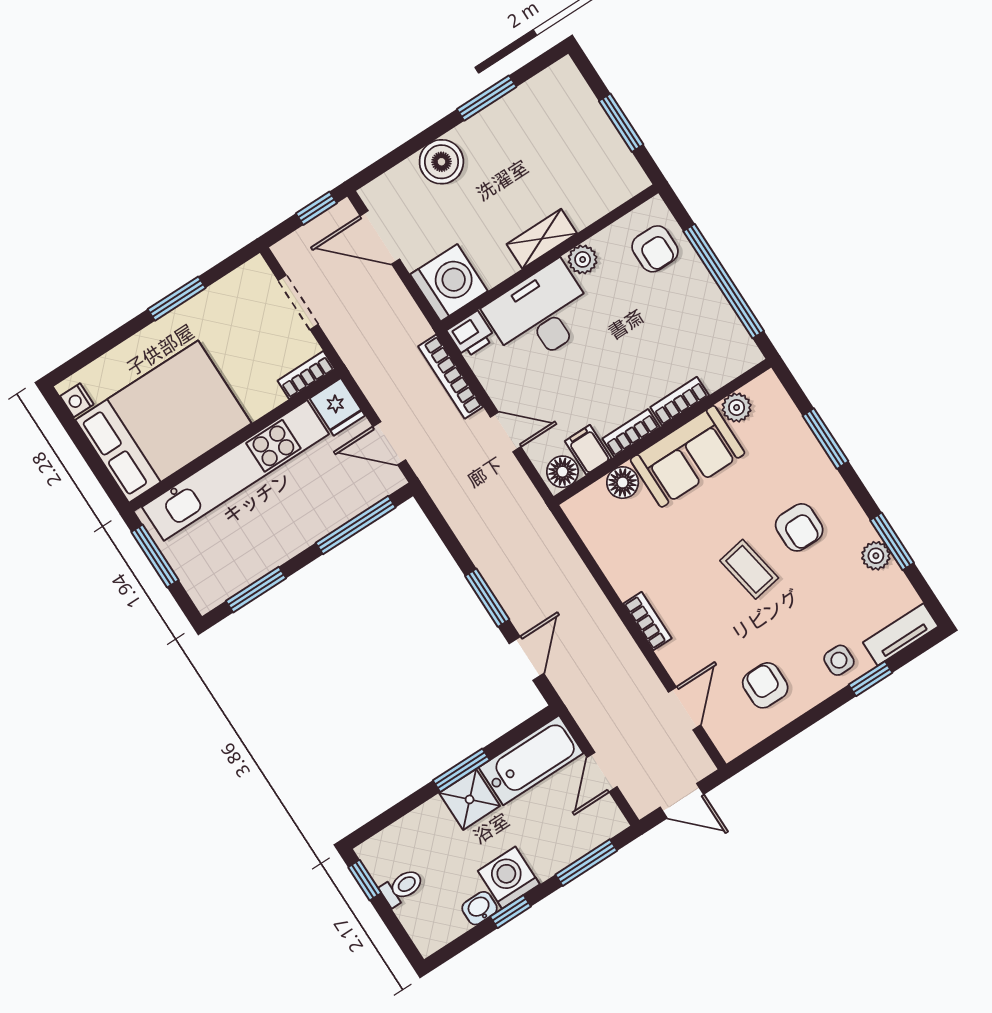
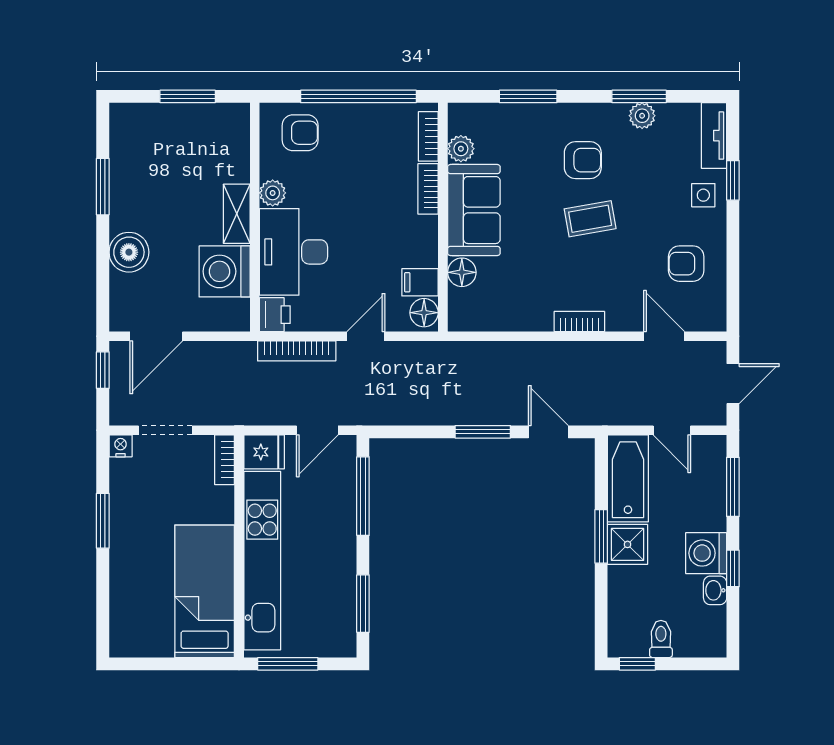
washing machine: (449, 283) -> (225, 271), moved, turned -90
nightstand: (77, 400) -> (121, 446), moved, turned 180
bed: (163, 422) -> (205, 591), width x0.67
bookcase: (631, 433) -> (428, 136), moved

